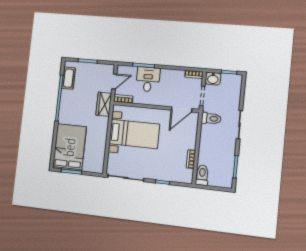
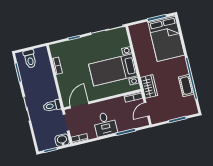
cot: (69, 78) -> (186, 86), moved
desk: (148, 79) -> (105, 124), moved
toilet: (202, 175) -> (30, 59), moved

